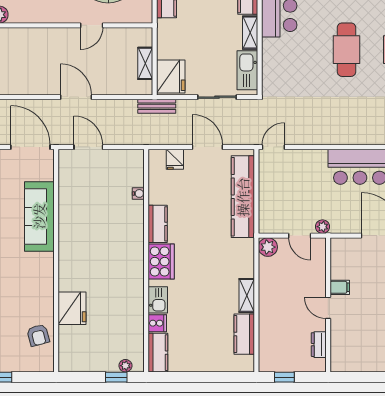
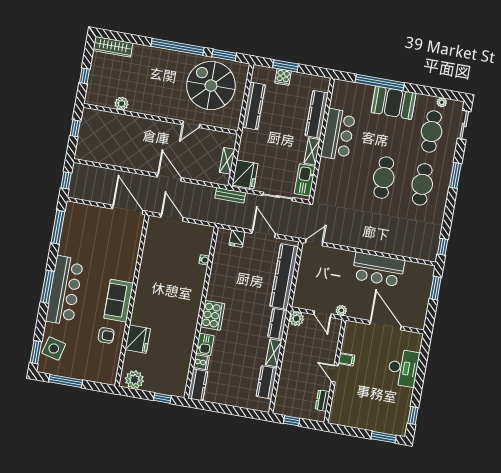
sofa: (39, 216) -> (119, 301), moved, width x0.73
kitchen counter: (158, 224) -> (277, 324), moved, turned 180
armchair: (38, 335) -> (106, 335), moved, turned -75
plant: (125, 366) -> (134, 380), moved, width x1.88, depth x1.88

